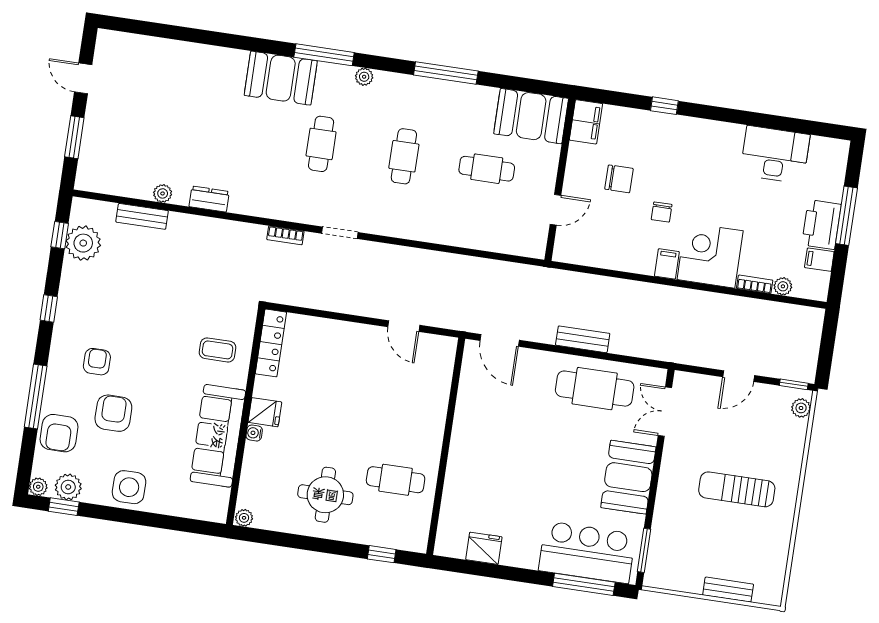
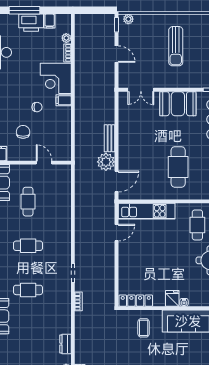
plant: (540, 326) -> (106, 162), added
kitchen unit: (436, 388) -> (147, 211), added
cafe table: (595, 389) -> (178, 167), moved

